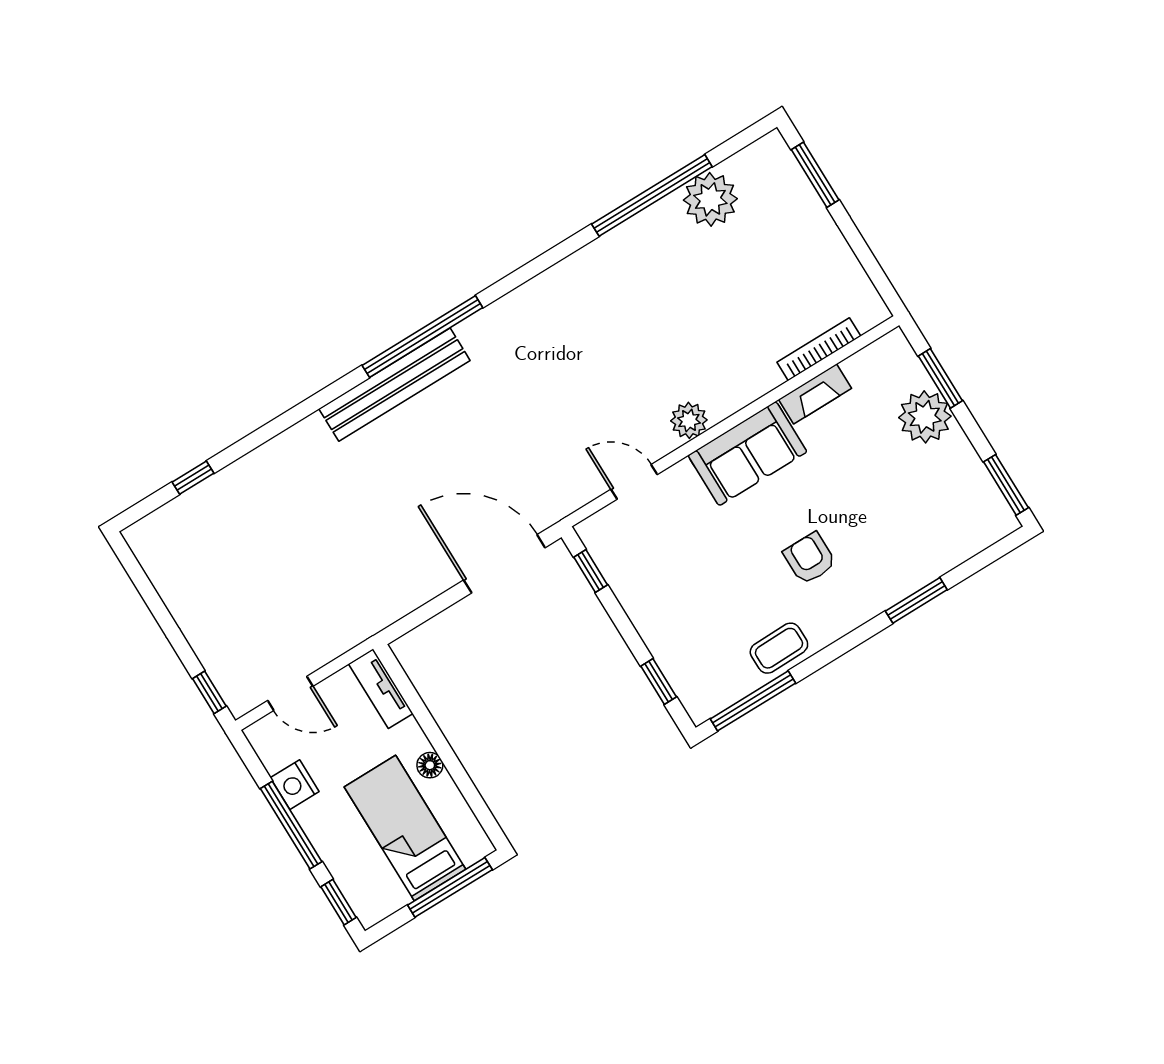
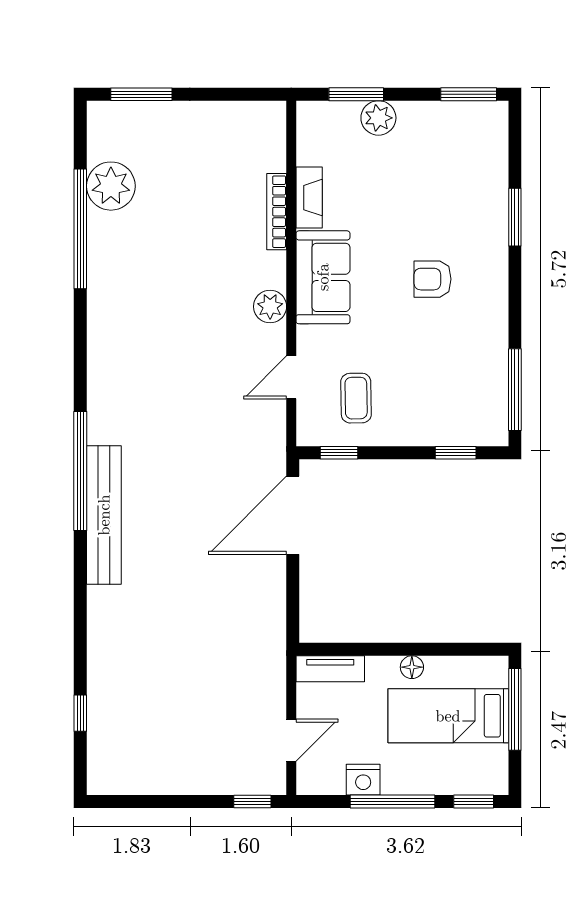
bookcase: (819, 349) -> (277, 212), moved
plant: (925, 417) -> (378, 118), width x0.73, depth x0.73
coffee table: (779, 648) -> (356, 398), moved

